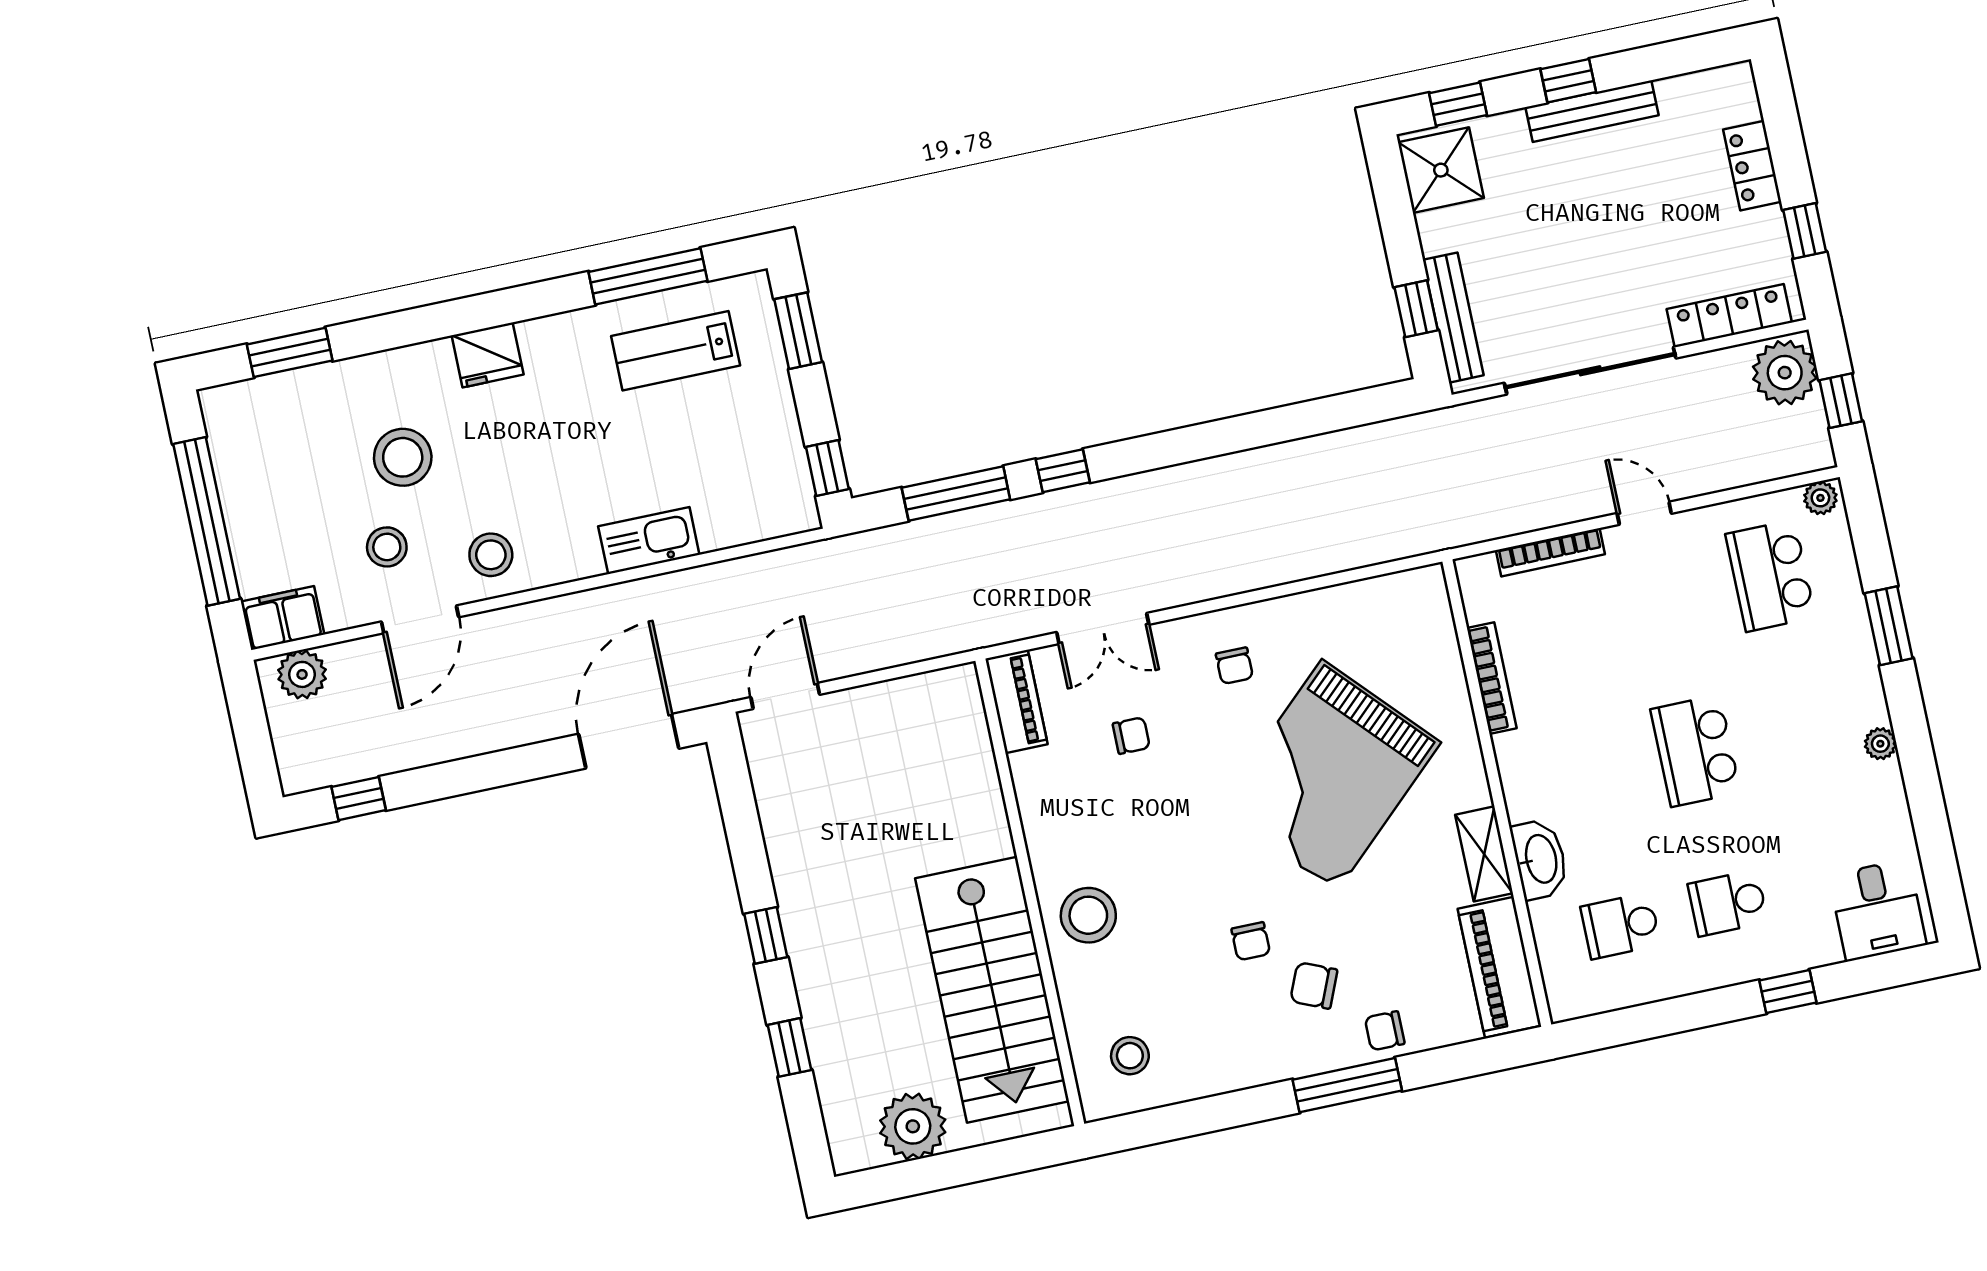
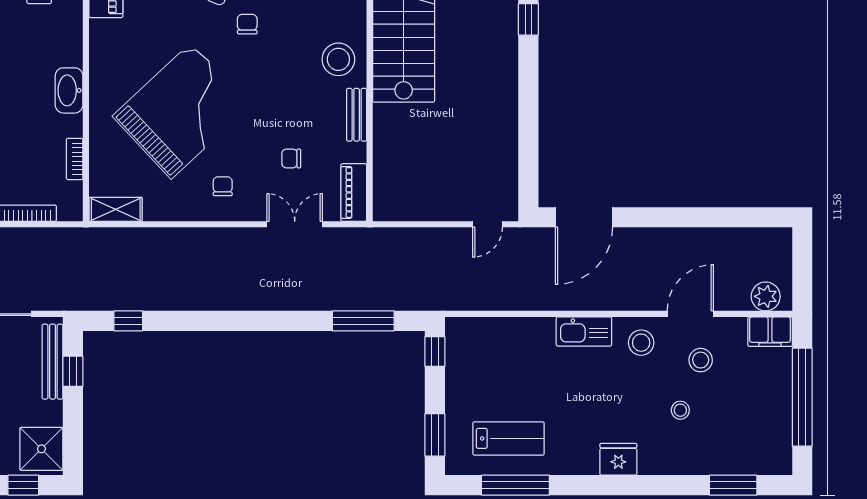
stool: (403, 457) -> (680, 410), width x0.53, depth x0.53
window: (1063, 471) -> (128, 321), moved
kitchen sink: (649, 540) -> (584, 331), moved
bookcase: (1492, 678) -> (75, 159), width x0.64
door: (785, 696) -> (488, 224), width x0.73
window: (359, 799) -> (748, 217), removed
bench: (1039, 830) -> (357, 115), added
shelving: (1484, 854) -> (116, 209), moved, turned 90
washbasin: (1540, 859) -> (69, 90), moved
window: (766, 935) -> (528, 87), removed

